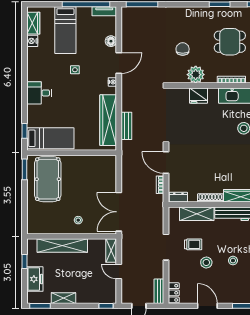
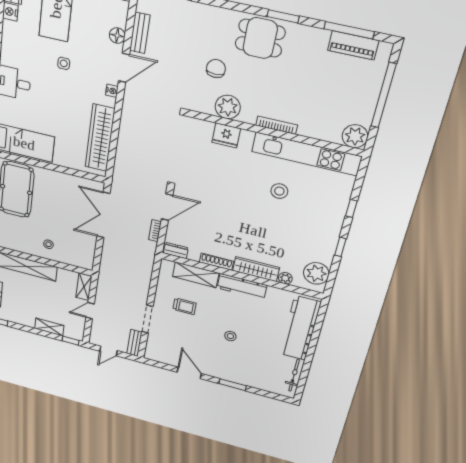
dining table: (230, 42) -> (260, 38), moved
bench: (126, 126) -> (140, 33), moved
door: (166, 163) -> (167, 207), swing flipped
double door: (119, 212) -> (103, 215), moved
doorway: (166, 247) -> (147, 319), moved
stool: (206, 263) -> (197, 329), removed
door: (119, 272) -> (90, 311), hinge flipped
locker: (174, 293) -> (152, 349), removed
shelving: (63, 298) -> (49, 327), moved

